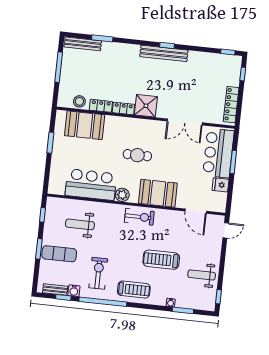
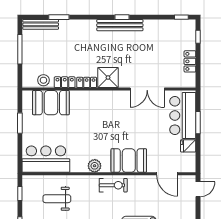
locker: (231, 105) -> (190, 61), width x0.66
cafe table: (137, 155) -> (105, 126), removed
bar counter: (91, 185) -> (46, 159), moved

